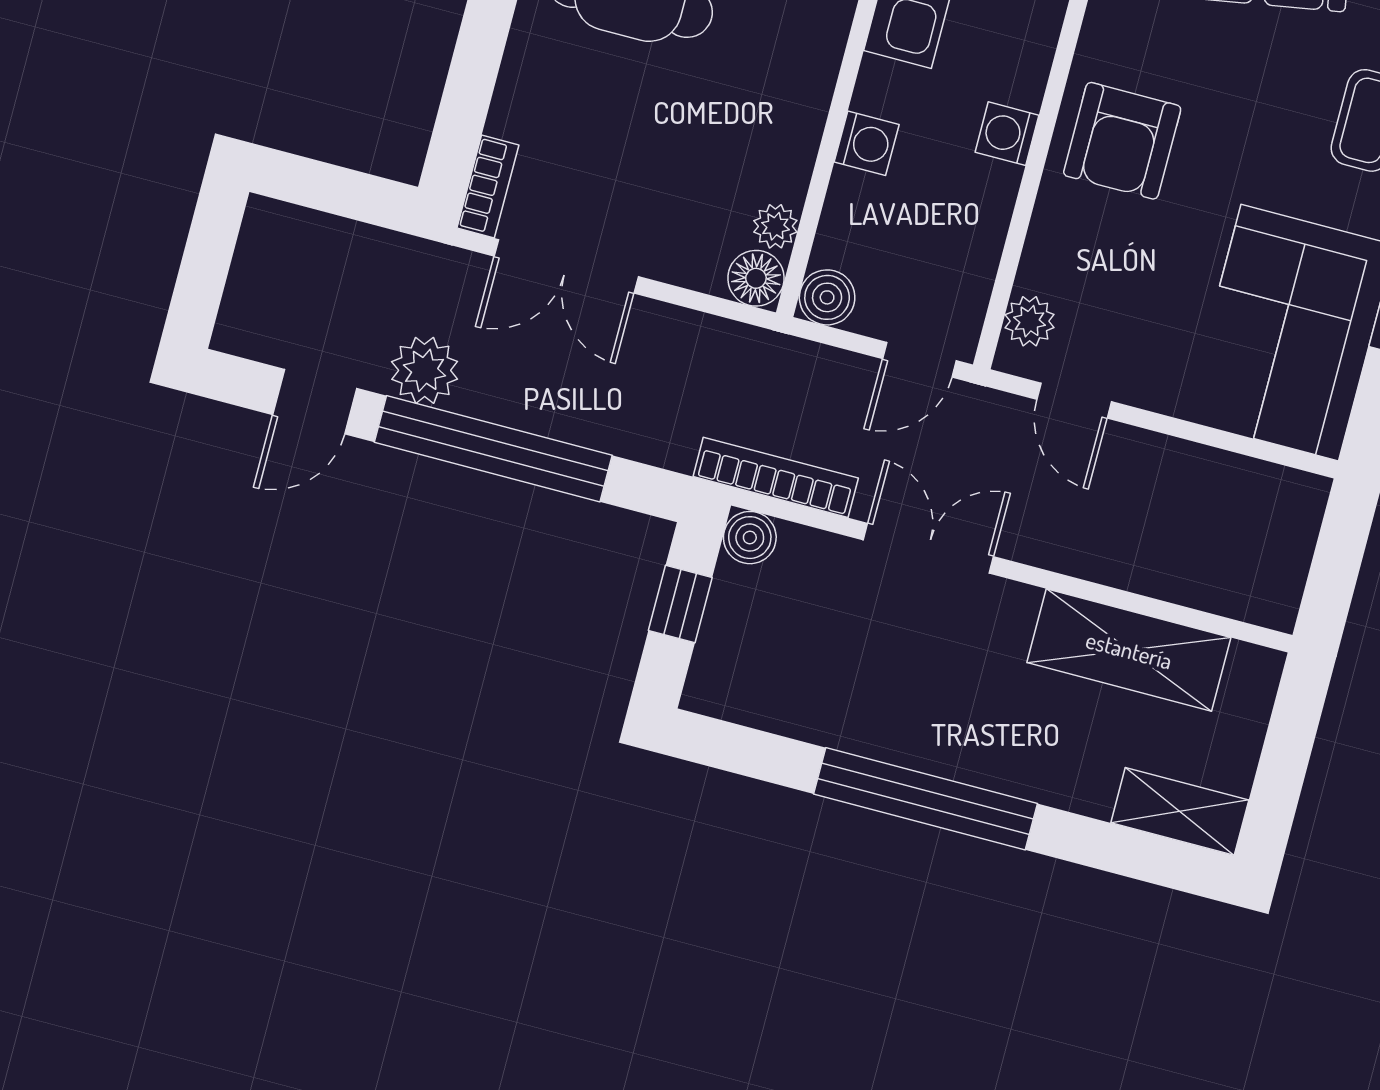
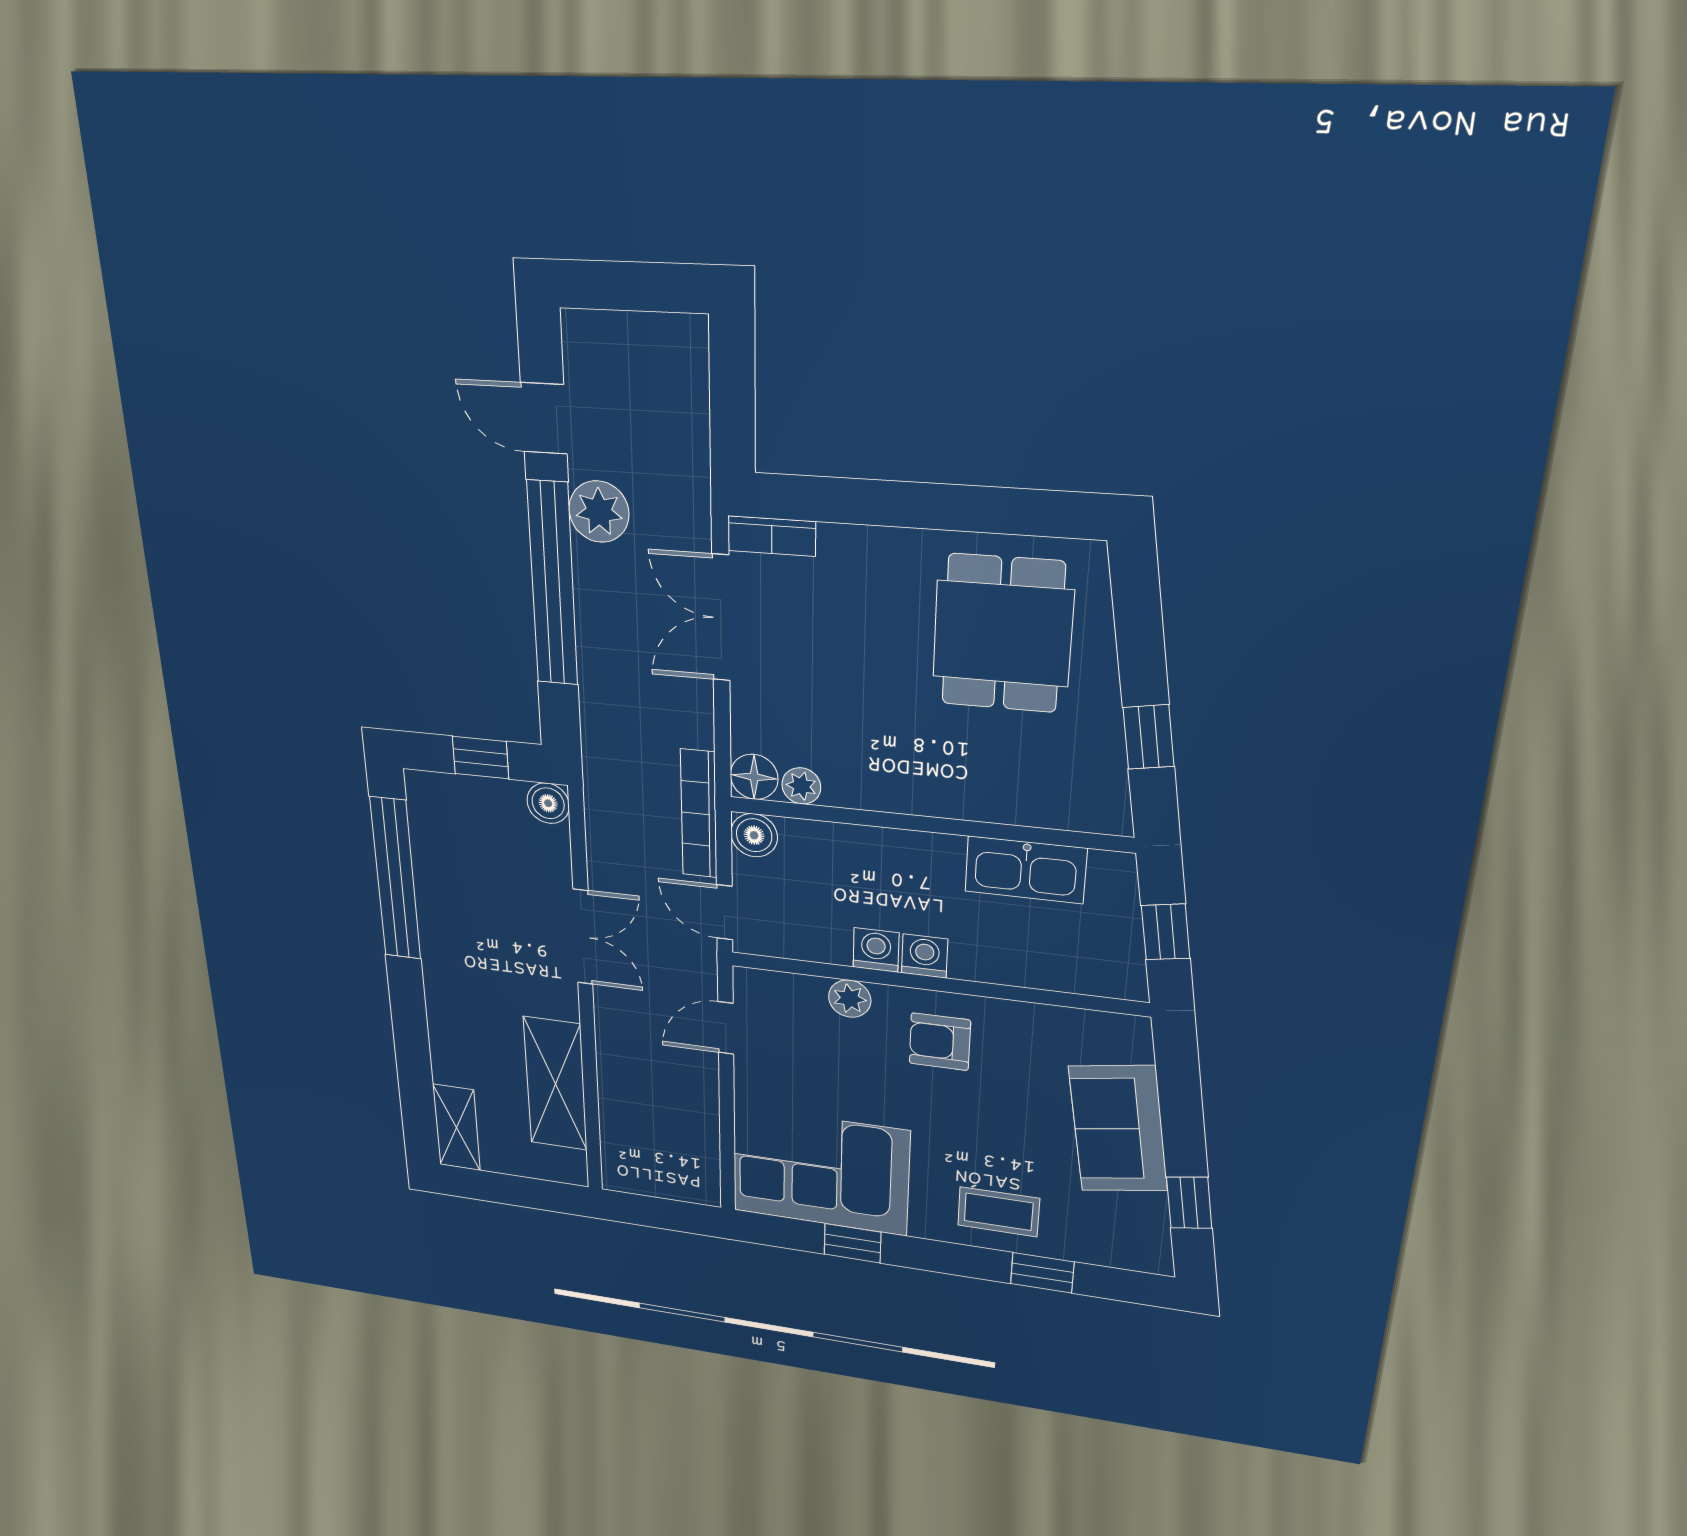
armchair: (1122, 141) -> (940, 1042), width x0.72, depth x0.72
washing machine: (867, 143) -> (876, 950), moved, turned 180
plant: (1030, 321) -> (850, 999), moved
bookcase: (776, 477) -> (699, 814), moved, turned 180
window: (925, 799) -> (395, 879), moved

